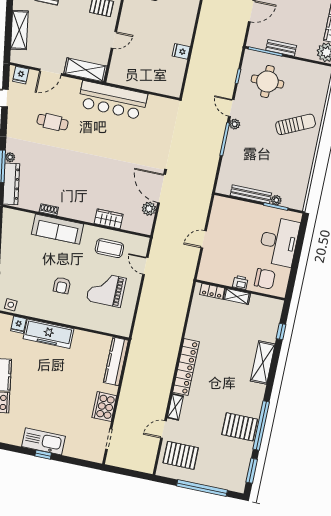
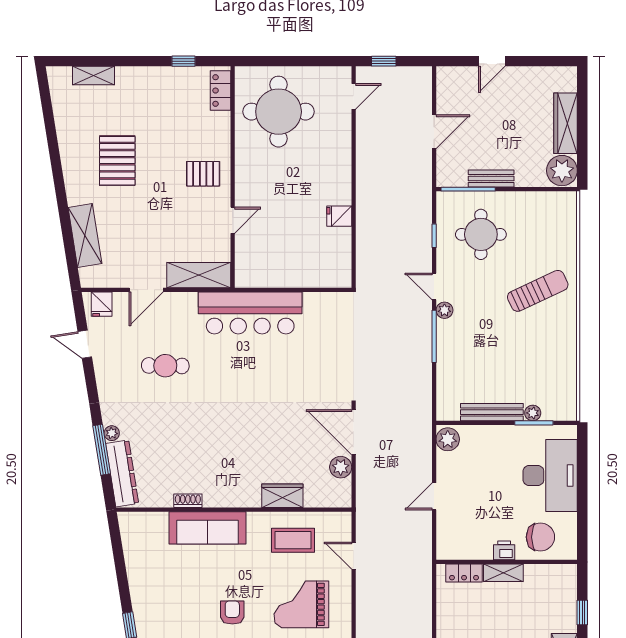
plant: (220, 205) -> (448, 439), added
armchair: (62, 285) -> (232, 612), turned 180

